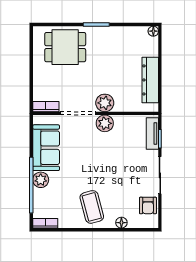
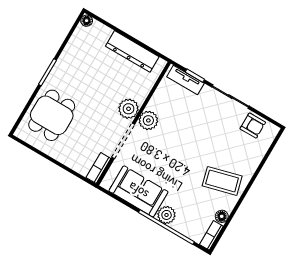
floor lamp: (121, 223) -> (222, 216), moved

